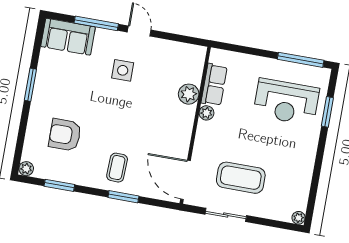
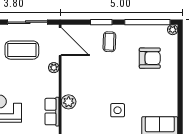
window: (30, 85) -> (180, 89), removed
plant: (206, 113) -> (54, 68), moved
window: (59, 185) -> (147, 22), width x2.11
sliding door: (226, 215) -> (28, 22), width x1.37

